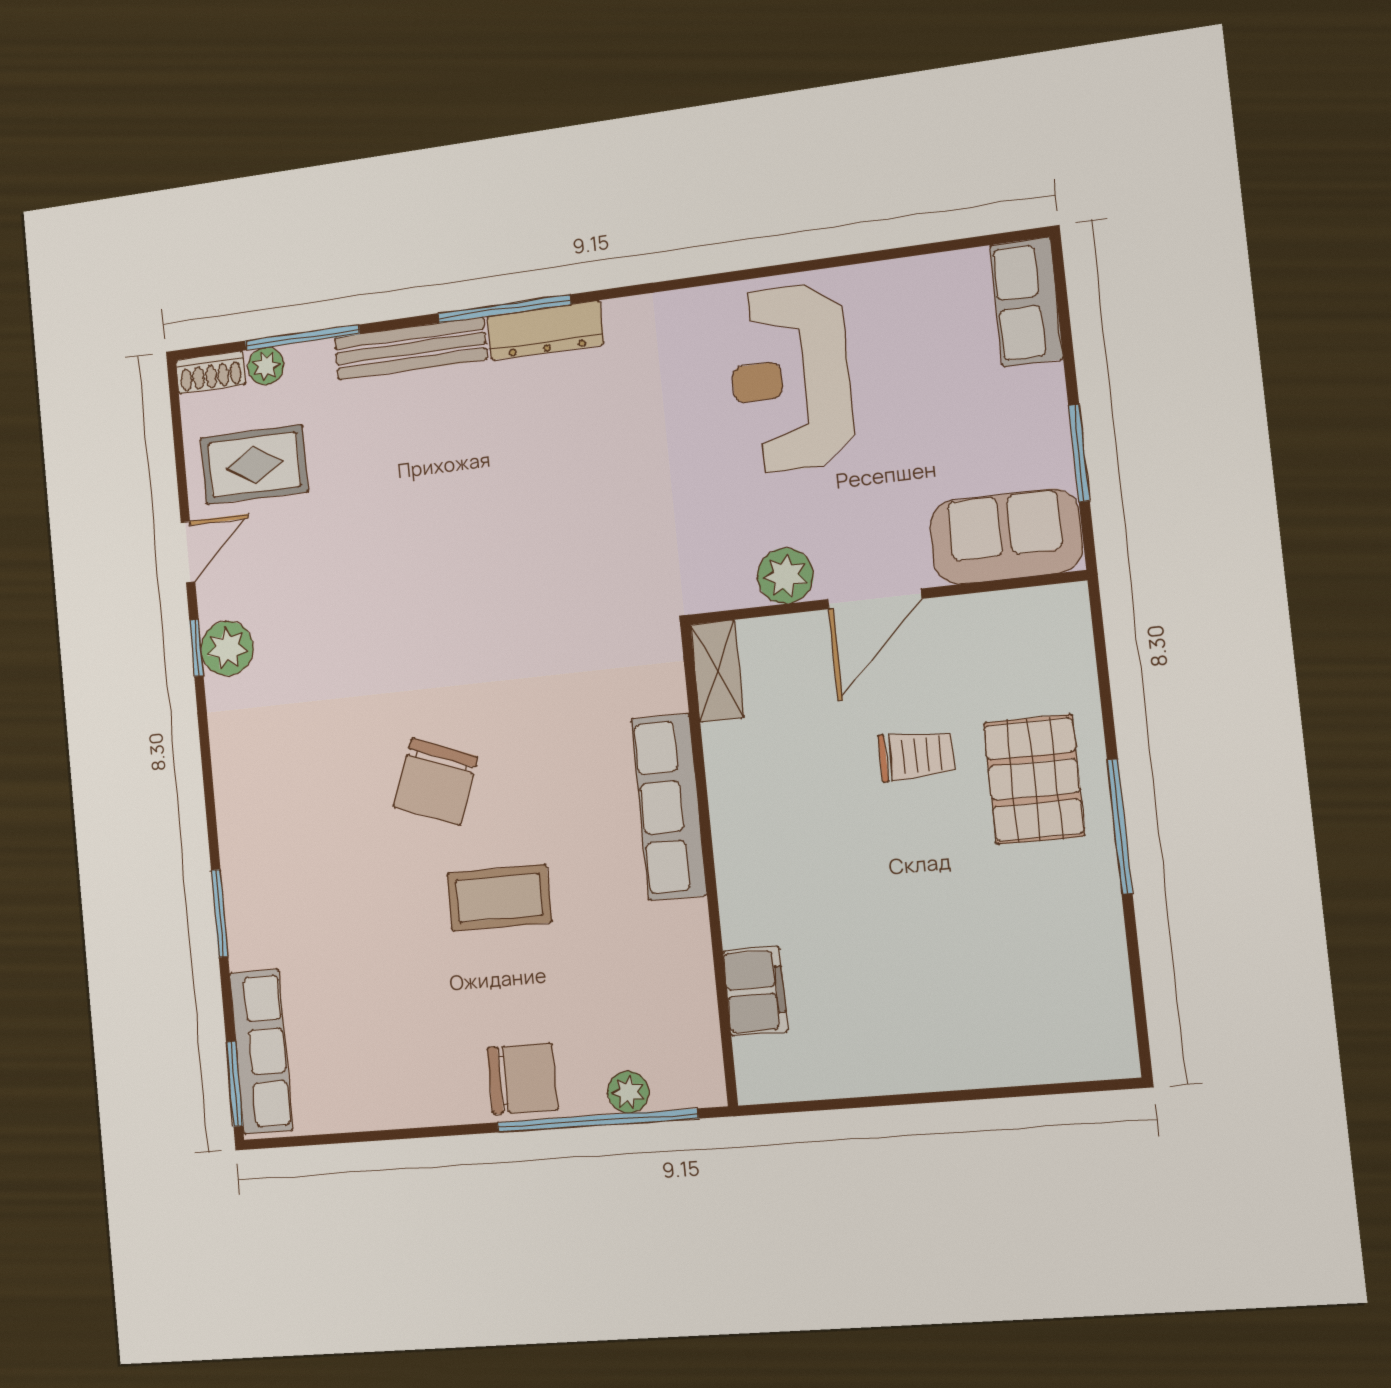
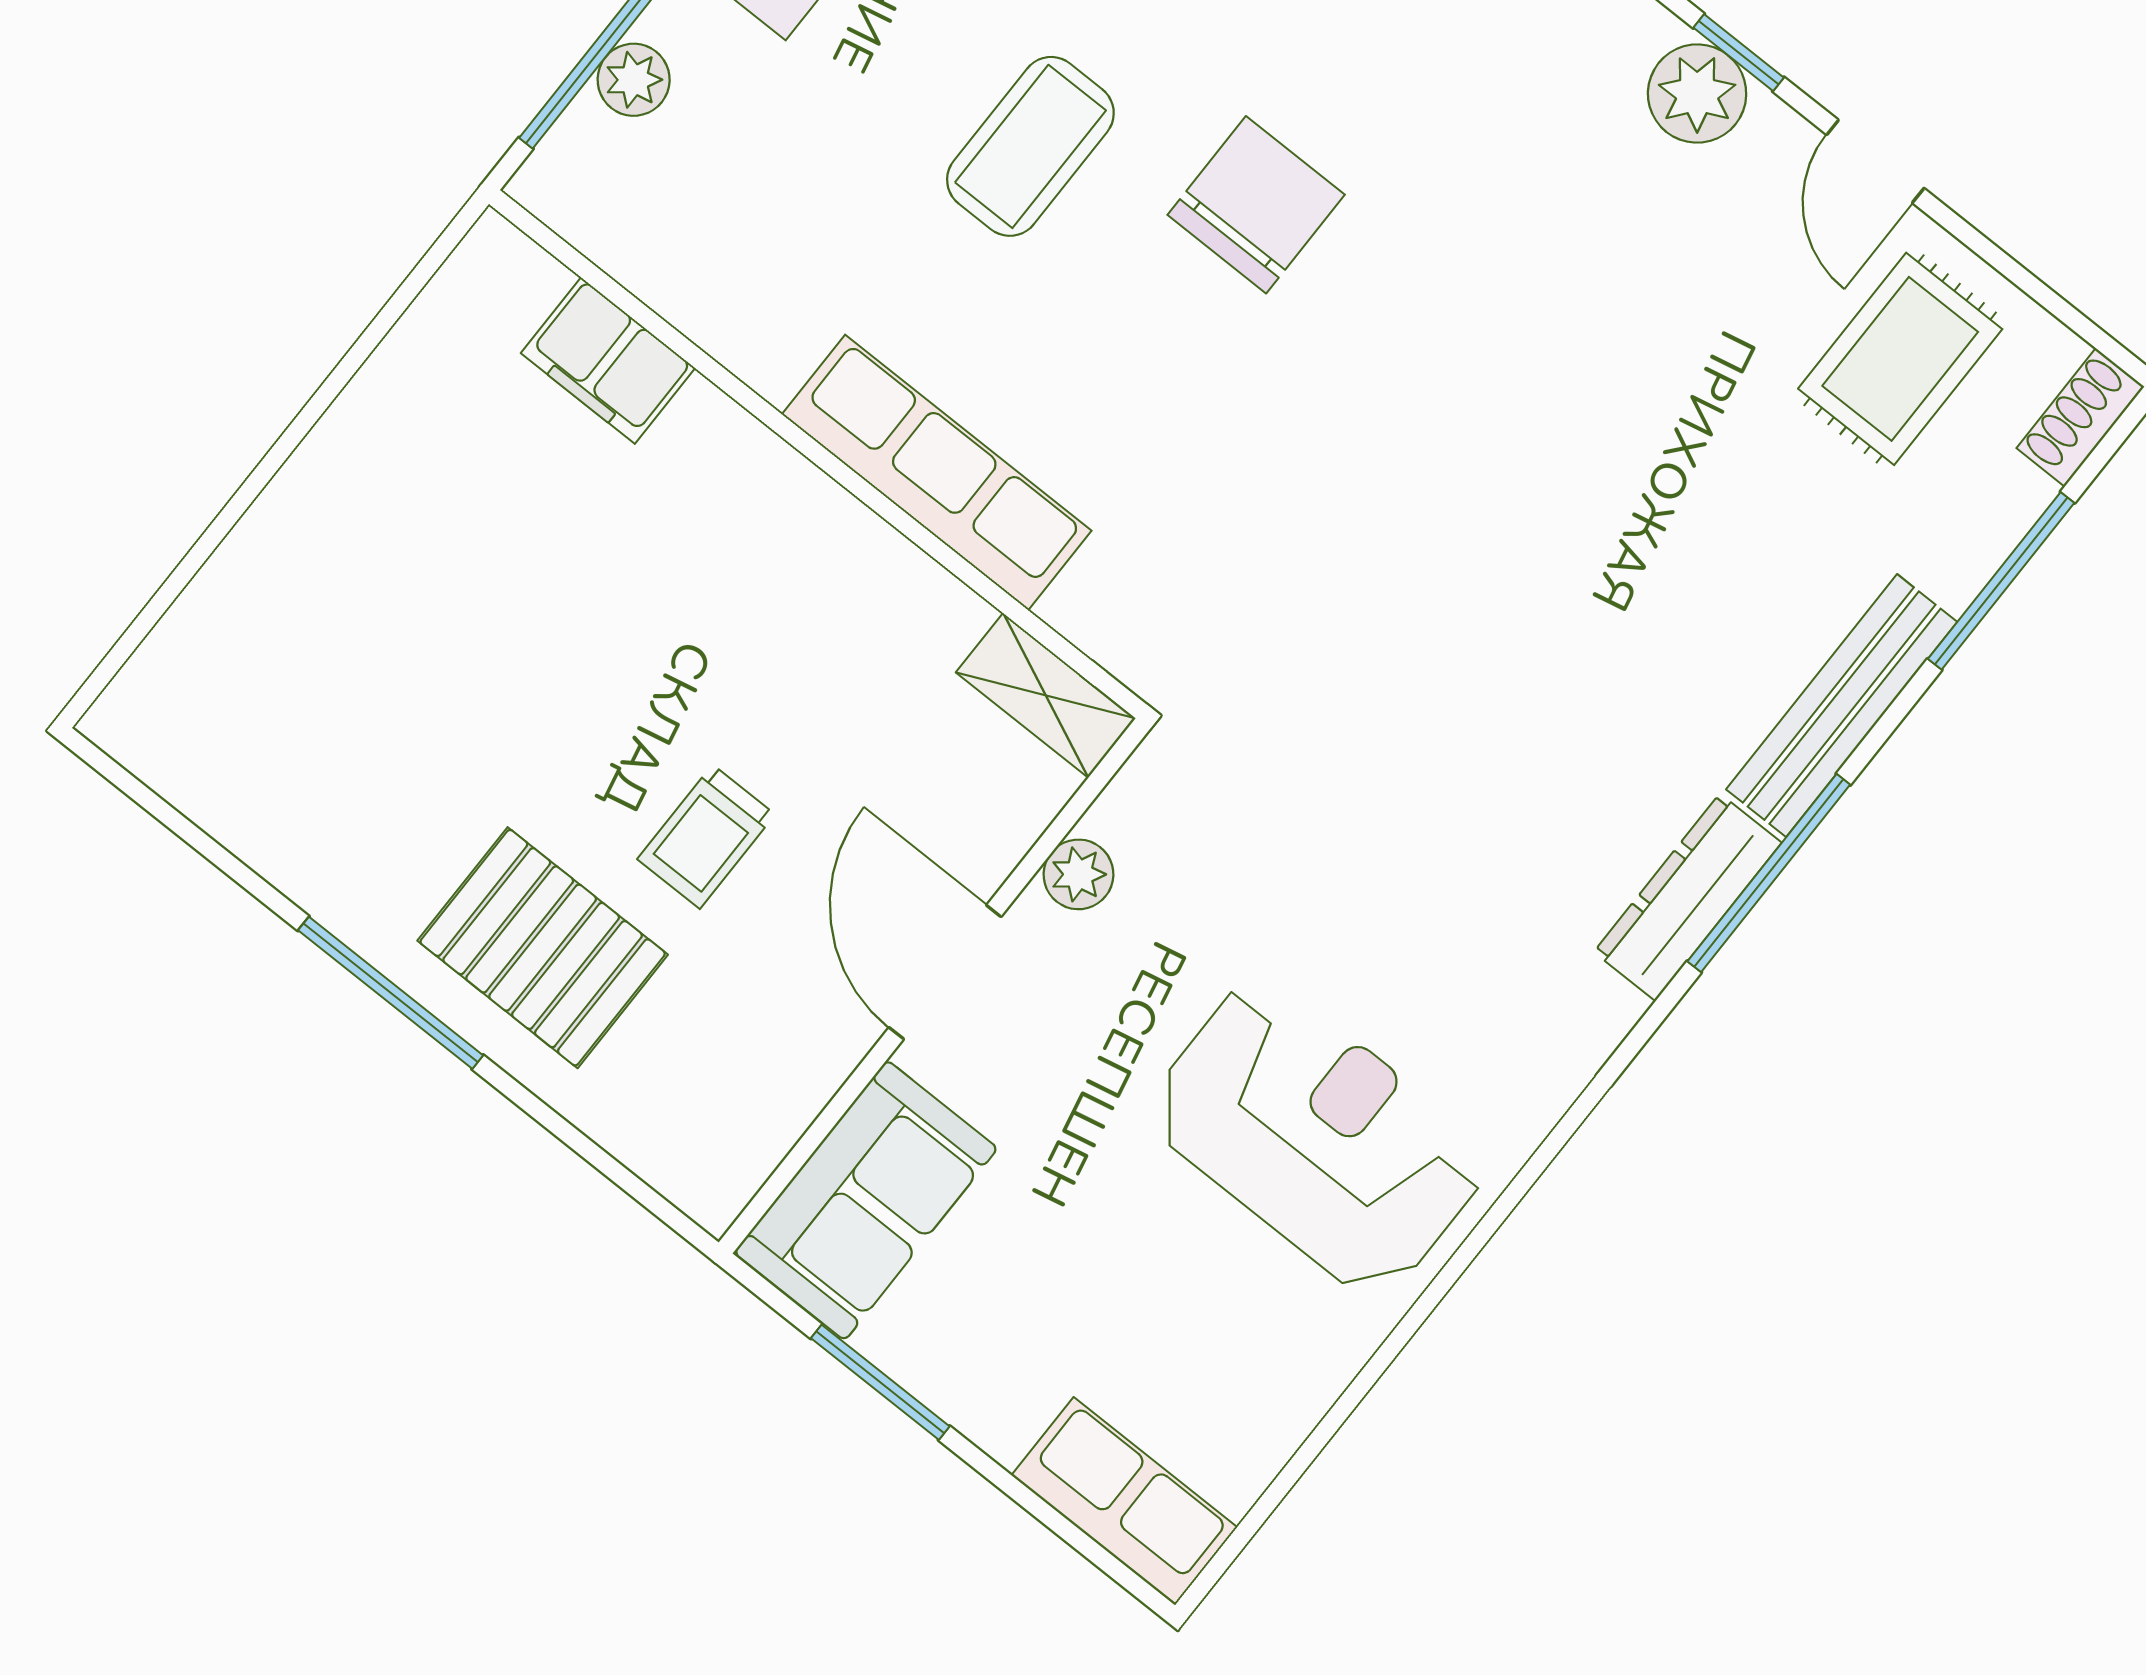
plant: (266, 366) -> (2013, 498), removed
plant: (785, 576) -> (1078, 874), width x0.73, depth x0.73
chair: (435, 782) -> (1256, 205), turned 69

